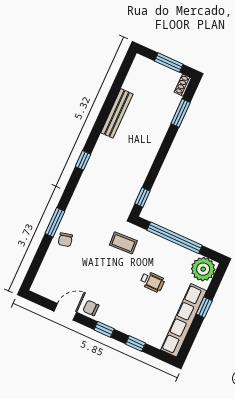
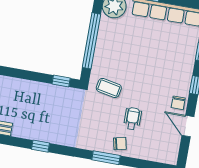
coffee table: (123, 243) -> (109, 88), turned -76
wheelchair: (152, 282) -> (133, 119), moved

